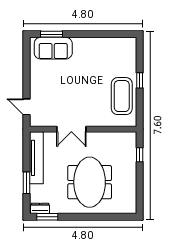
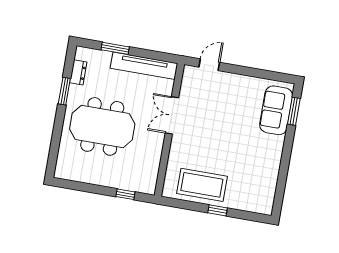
dresser: (40, 208) -> (78, 72), moved
window: (47, 217) -> (64, 91), moved

